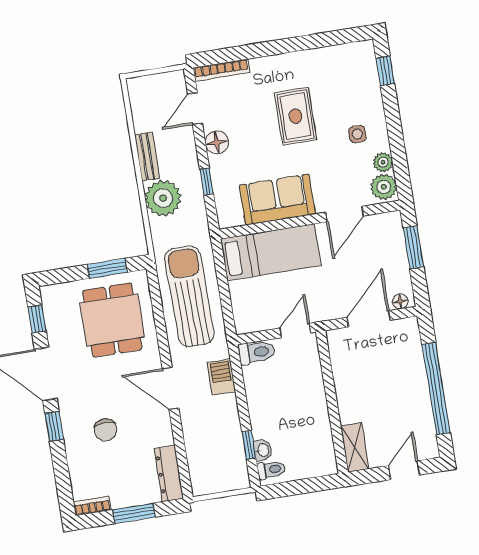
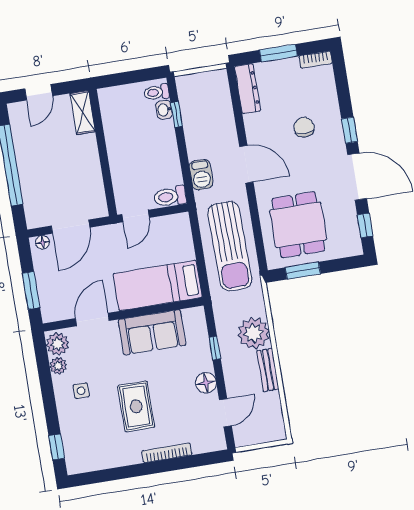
bookcase: (221, 70) -> (167, 453), moved

